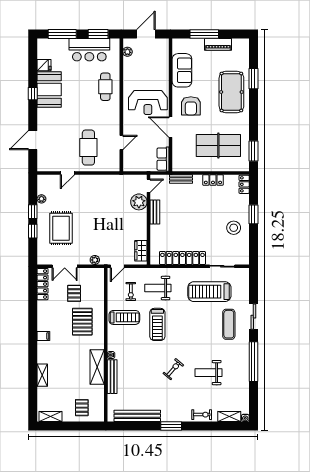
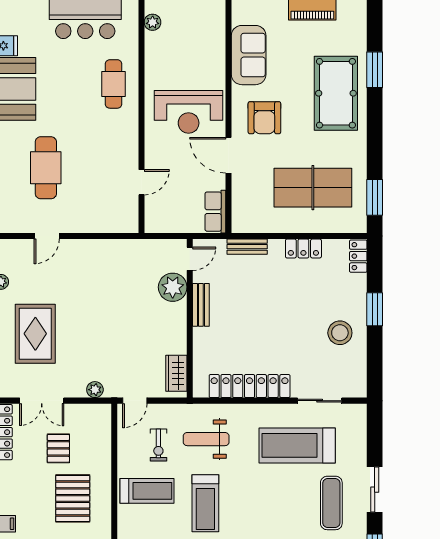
cafe table: (88, 148) -> (46, 168), moved

